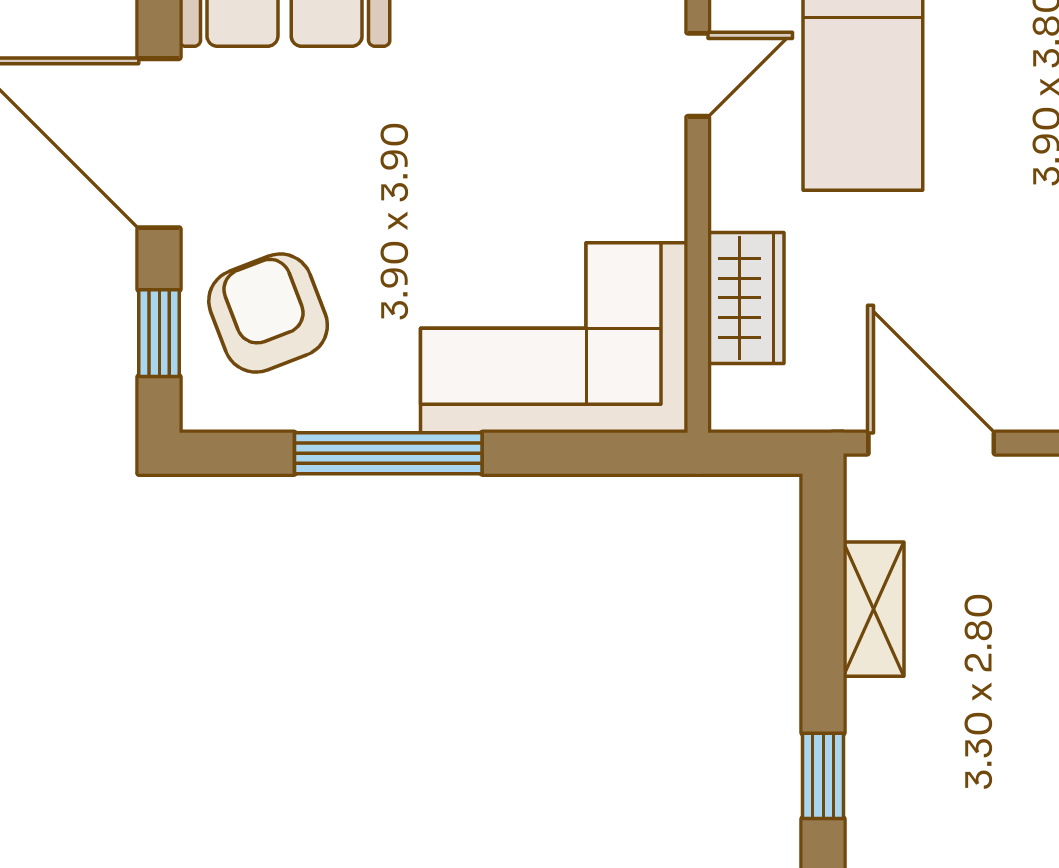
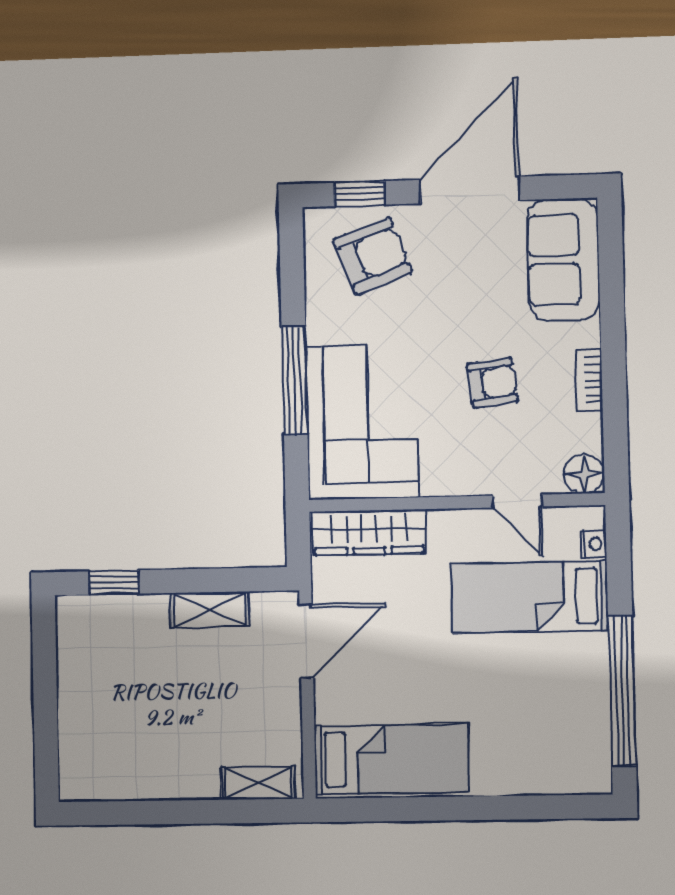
armchair: (493, 112) -> (492, 383), added
wardrobe: (746, 298) -> (369, 532), width x1.50
window: (388, 453) -> (295, 380), moved

